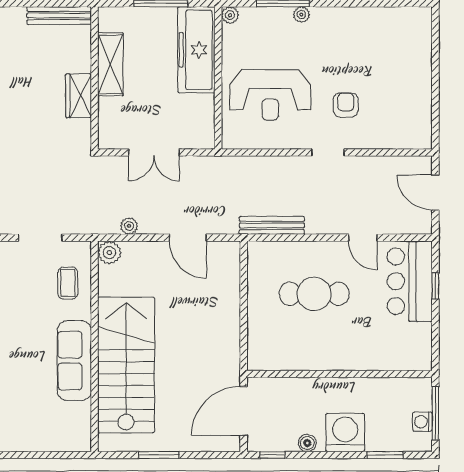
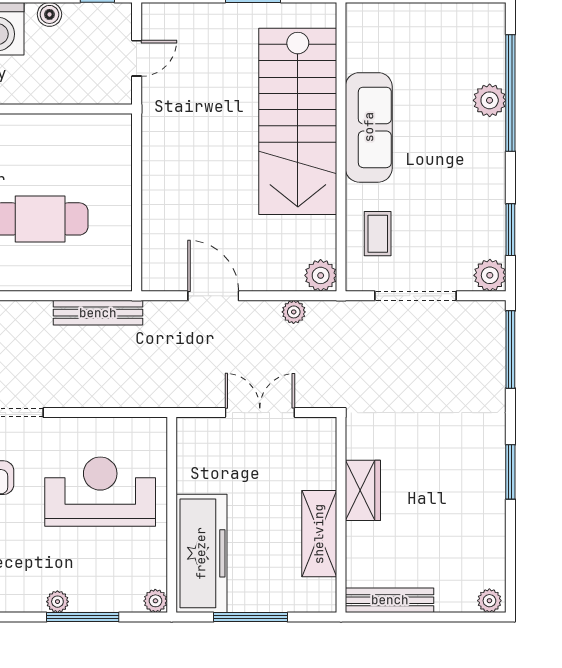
doorway: (40, 238) -> (416, 296), width x1.36
door: (244, 411) -> (137, 58), width x0.53

